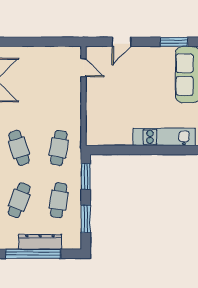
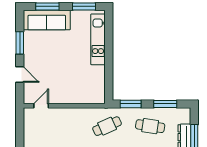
window: (174, 42) -> (20, 43), moved
cafe table: (59, 148) -> (107, 126), turned -33

